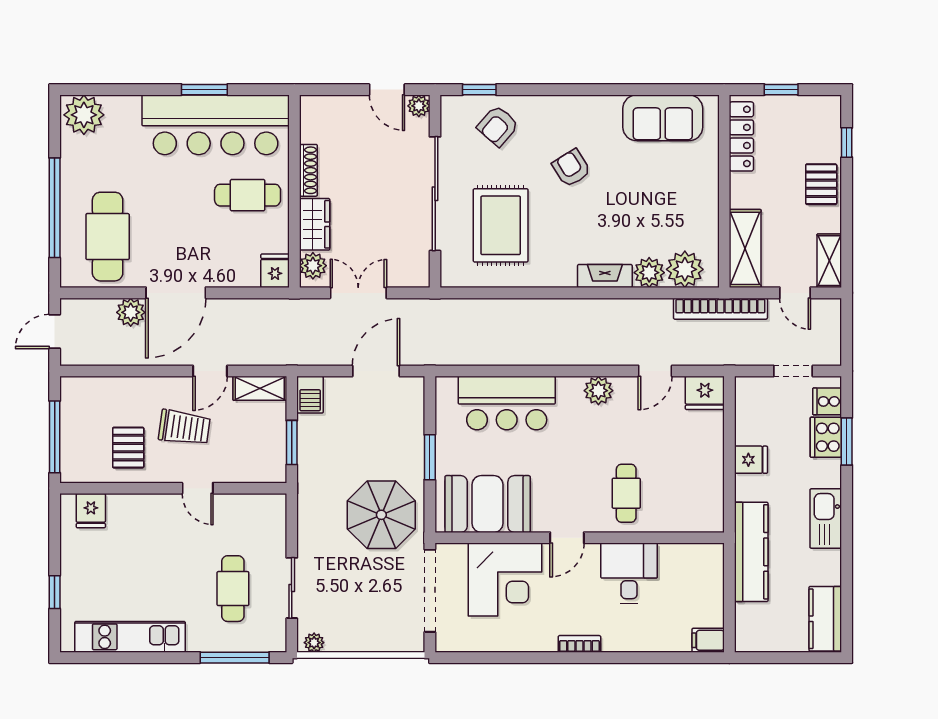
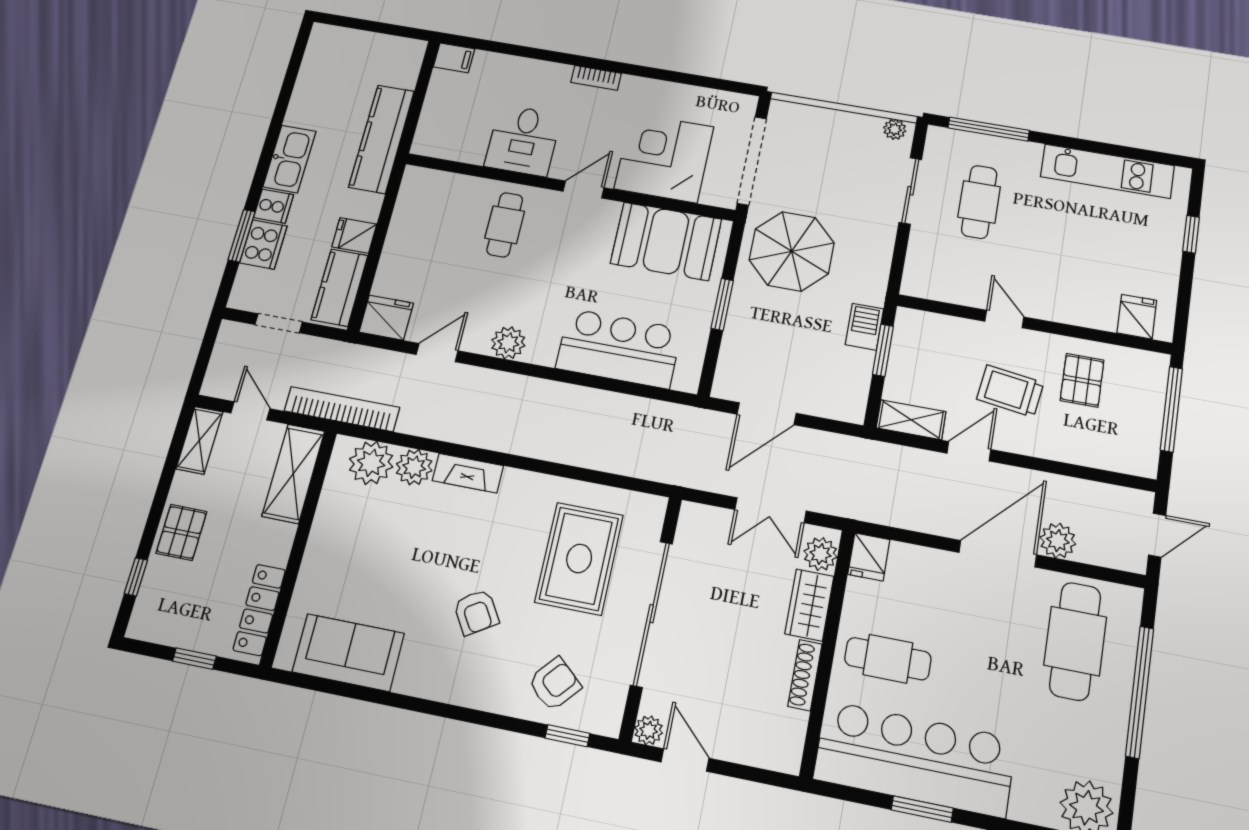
barbecue: (310, 395) -> (864, 327), moved
cooker: (827, 401) -> (274, 206), moved
kitchen counter: (825, 619) -> (340, 288), moved, turned 180

